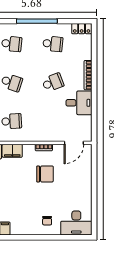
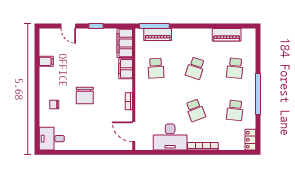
desk: (79, 103) -> (170, 137), width x1.37
chair: (45, 174) -> (85, 95), moved
desk: (76, 223) -> (52, 139), width x0.73

